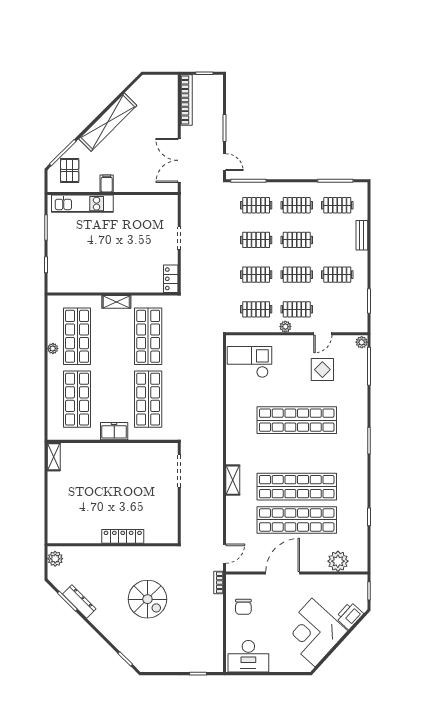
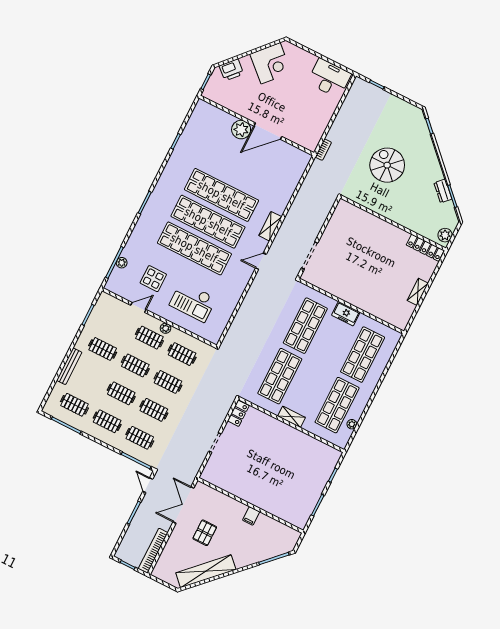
shelving: (108, 122) -> (206, 571), moved
double door: (179, 160) -> (183, 505), swing flipped
pallet: (70, 170) -> (205, 533), moved
kitchen unit: (82, 204) -> (279, 510), removed
bench: (362, 235) -> (69, 366), width x1.36
plant: (362, 342) -> (122, 263), moved
plant: (53, 348) -> (352, 424), moved
checkout: (249, 362) -> (193, 302), moved
shelving: (54, 457) -> (418, 292), moved
shop shelf: (297, 520) -> (208, 222), moved
locker: (123, 536) -> (425, 248), moved
door: (224, 554) -> (261, 261), moved
plant: (338, 561) -> (241, 130), moved
dresser: (79, 601) -> (443, 191), width x0.70
chair: (243, 607) -> (313, 120), removed
corner desk: (313, 633) -> (271, 63), width x0.74, depth x0.74

